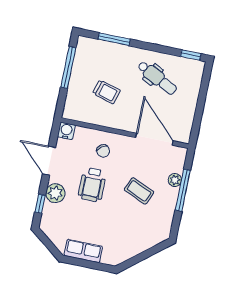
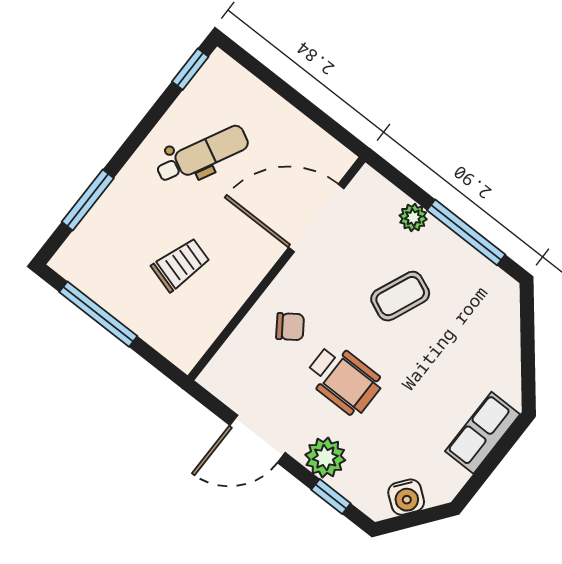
water cooler: (66, 131) -> (406, 497), moved, turned -143
window: (183, 190) -> (466, 232), moved
row of seats: (83, 251) -> (483, 433), moved

